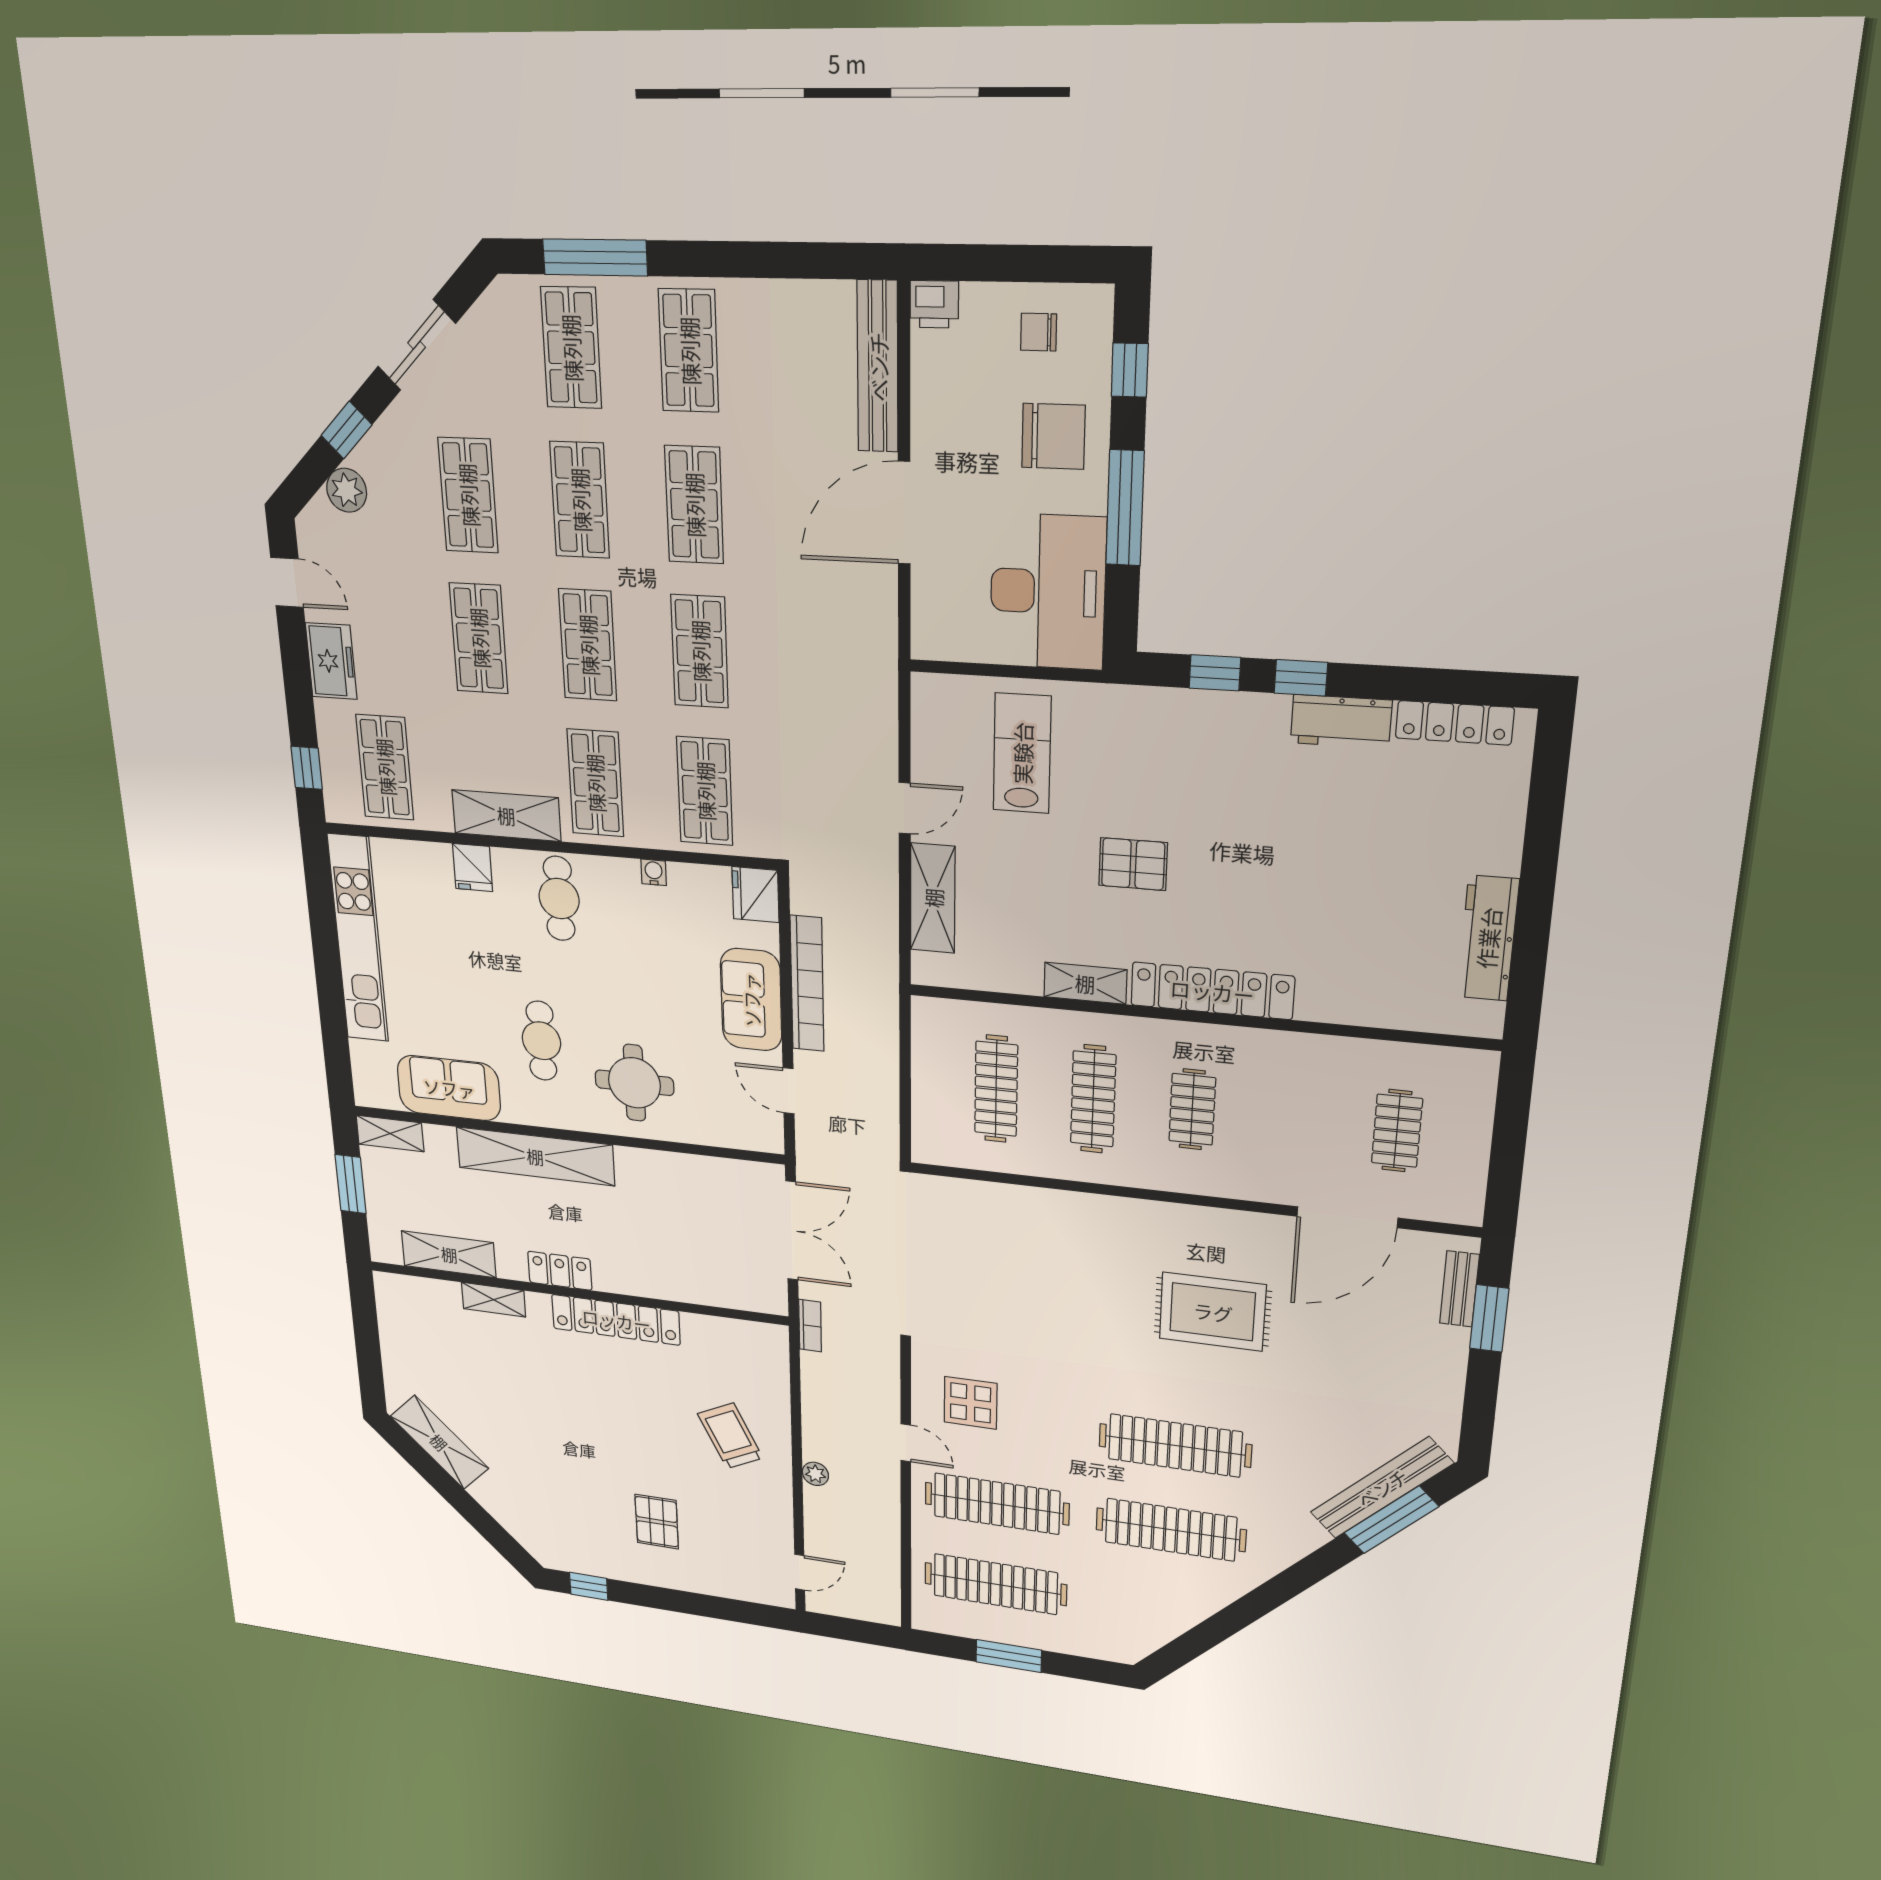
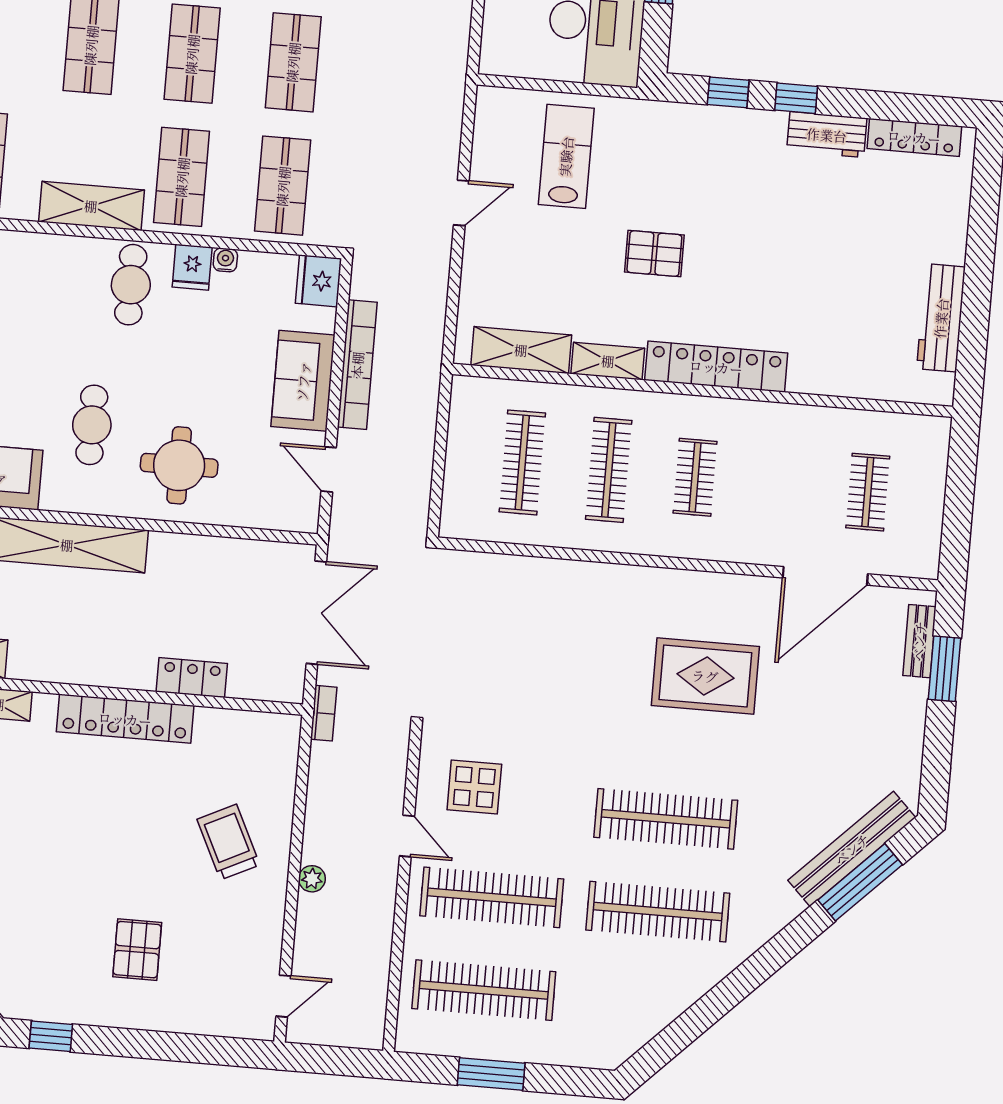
fridge: (473, 868) -> (192, 267), moved
shelving: (933, 898) -> (521, 350), moved, turned 90
locker: (560, 1271) -> (192, 678), moved

